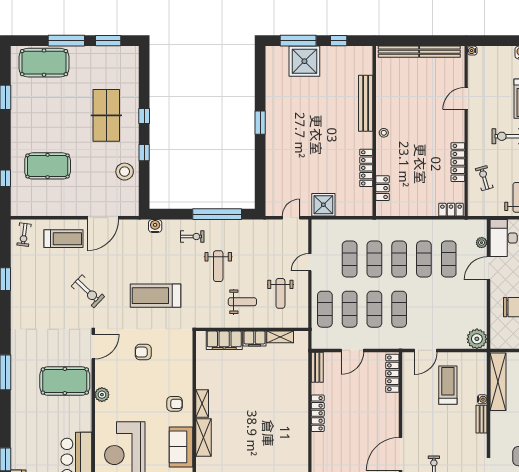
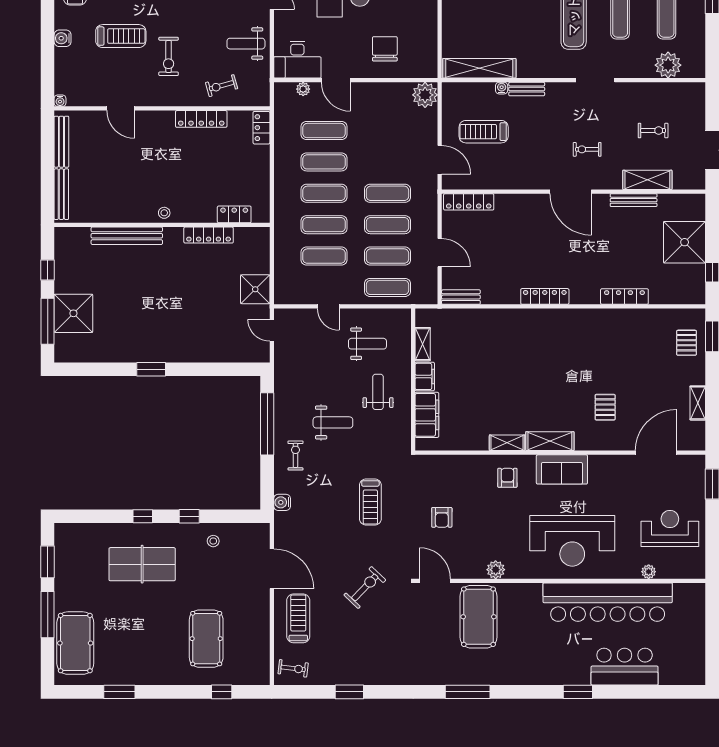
stool: (125, 172) -> (213, 541), width x0.53, depth x0.53
treadmill: (155, 296) -> (370, 502), width x0.73, depth x0.73
locker: (318, 413) -> (545, 296), moved

